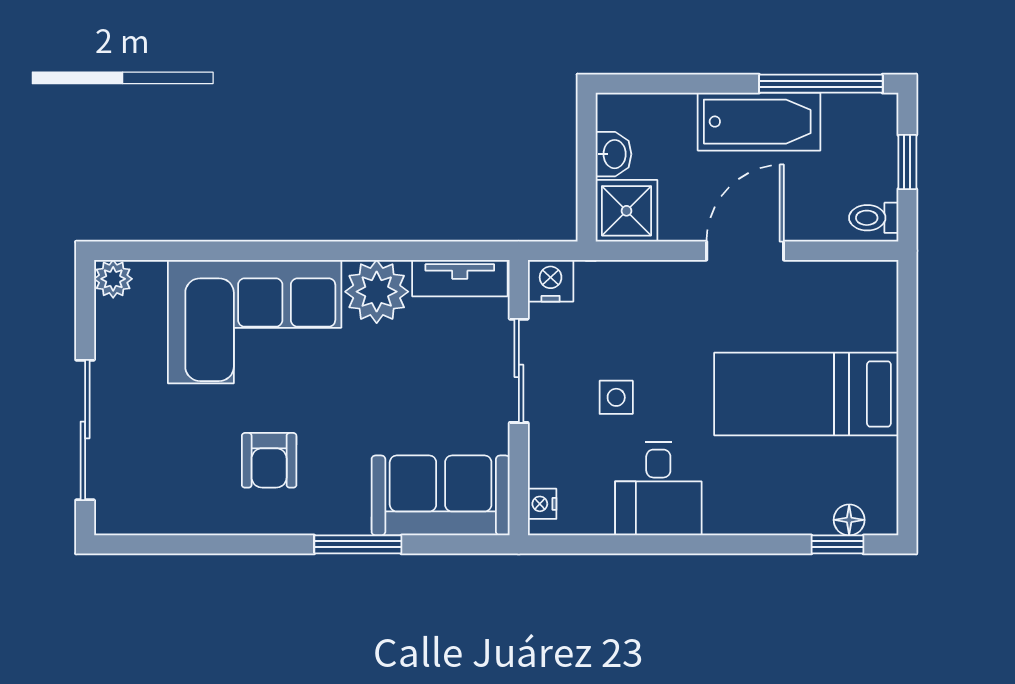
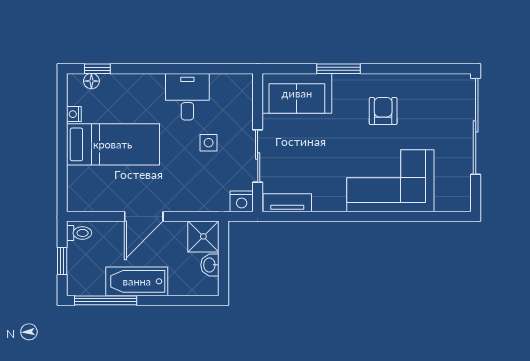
plant: (113, 279) -> (462, 202), removed
plant: (377, 292) -> (329, 196), removed
sliding door: (85, 430) -> (476, 126), width x1.36
nightstand: (542, 504) -> (74, 114), moved, turned 180

